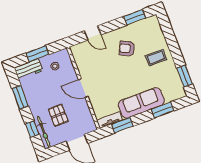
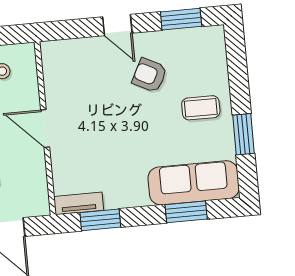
door: (93, 33) -> (117, 25), moved
window: (185, 76) -> (244, 134), moved
sofa: (141, 103) -> (194, 183), moved

